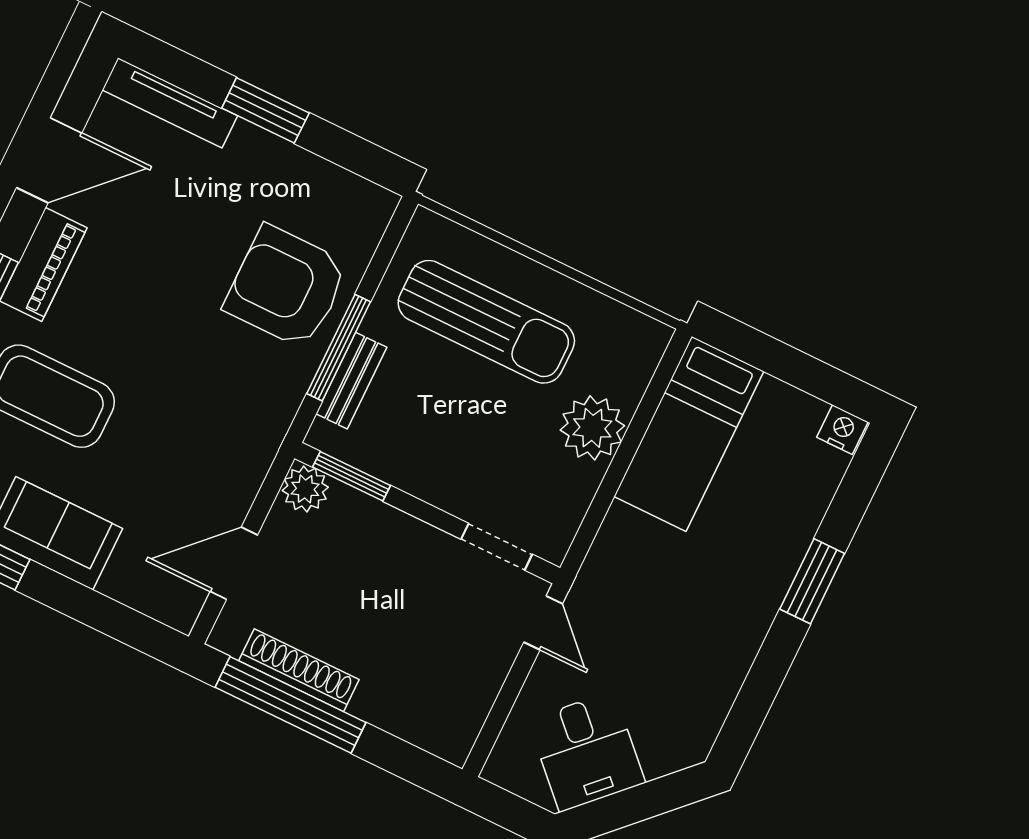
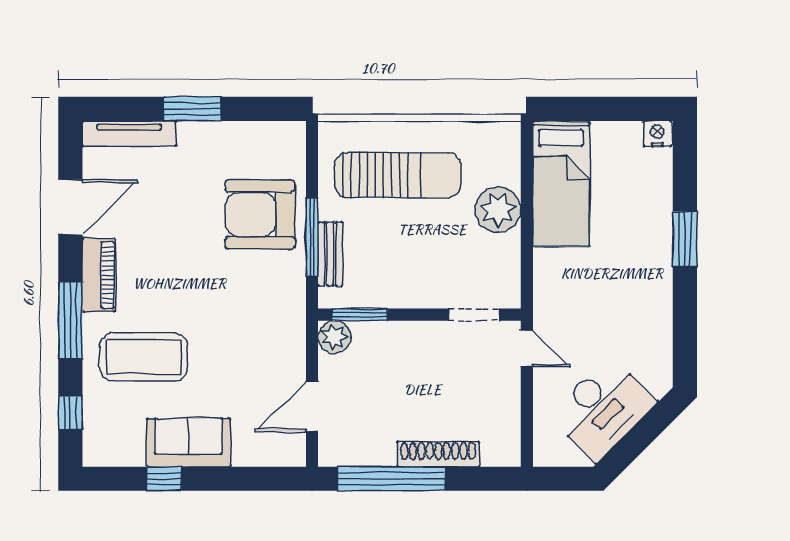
shoe rack: (299, 670) -> (438, 454), moved
desk: (587, 751) -> (603, 408), width x1.37

